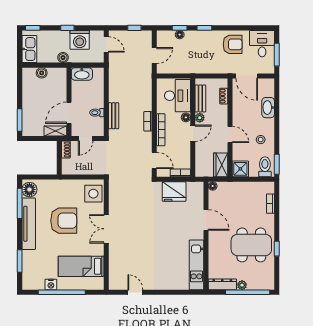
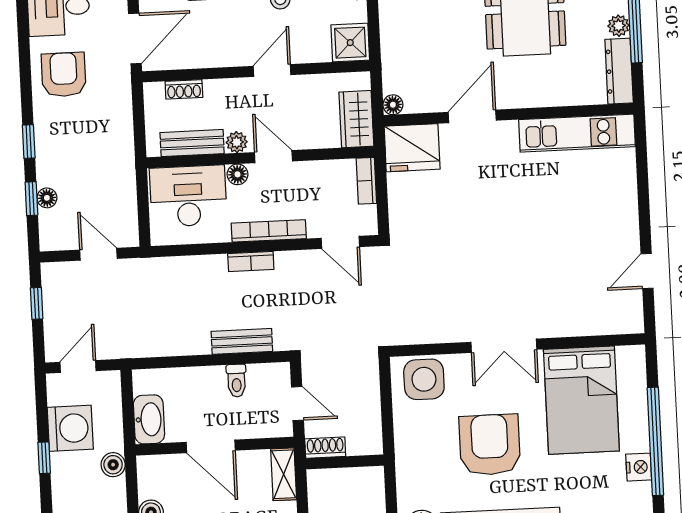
door: (69, 113) -> (211, 446), moved
door: (154, 160) -> (340, 242), swing flipped
wardrobe: (221, 165) -> (356, 119), moved, turned 90
fridge: (174, 192) -> (412, 148), moved, turned 90
bed: (81, 266) -> (581, 400), width x1.50

